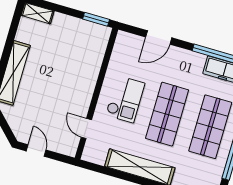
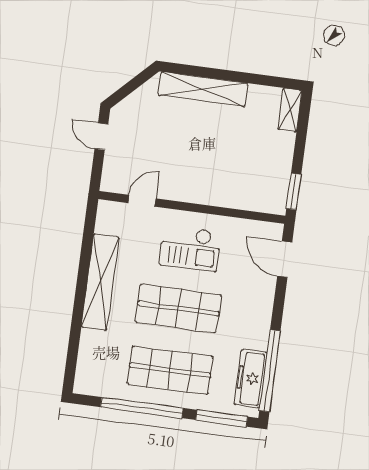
door: (159, 37) -> (285, 259), moved
door: (36, 150) -> (101, 136), swing flipped

